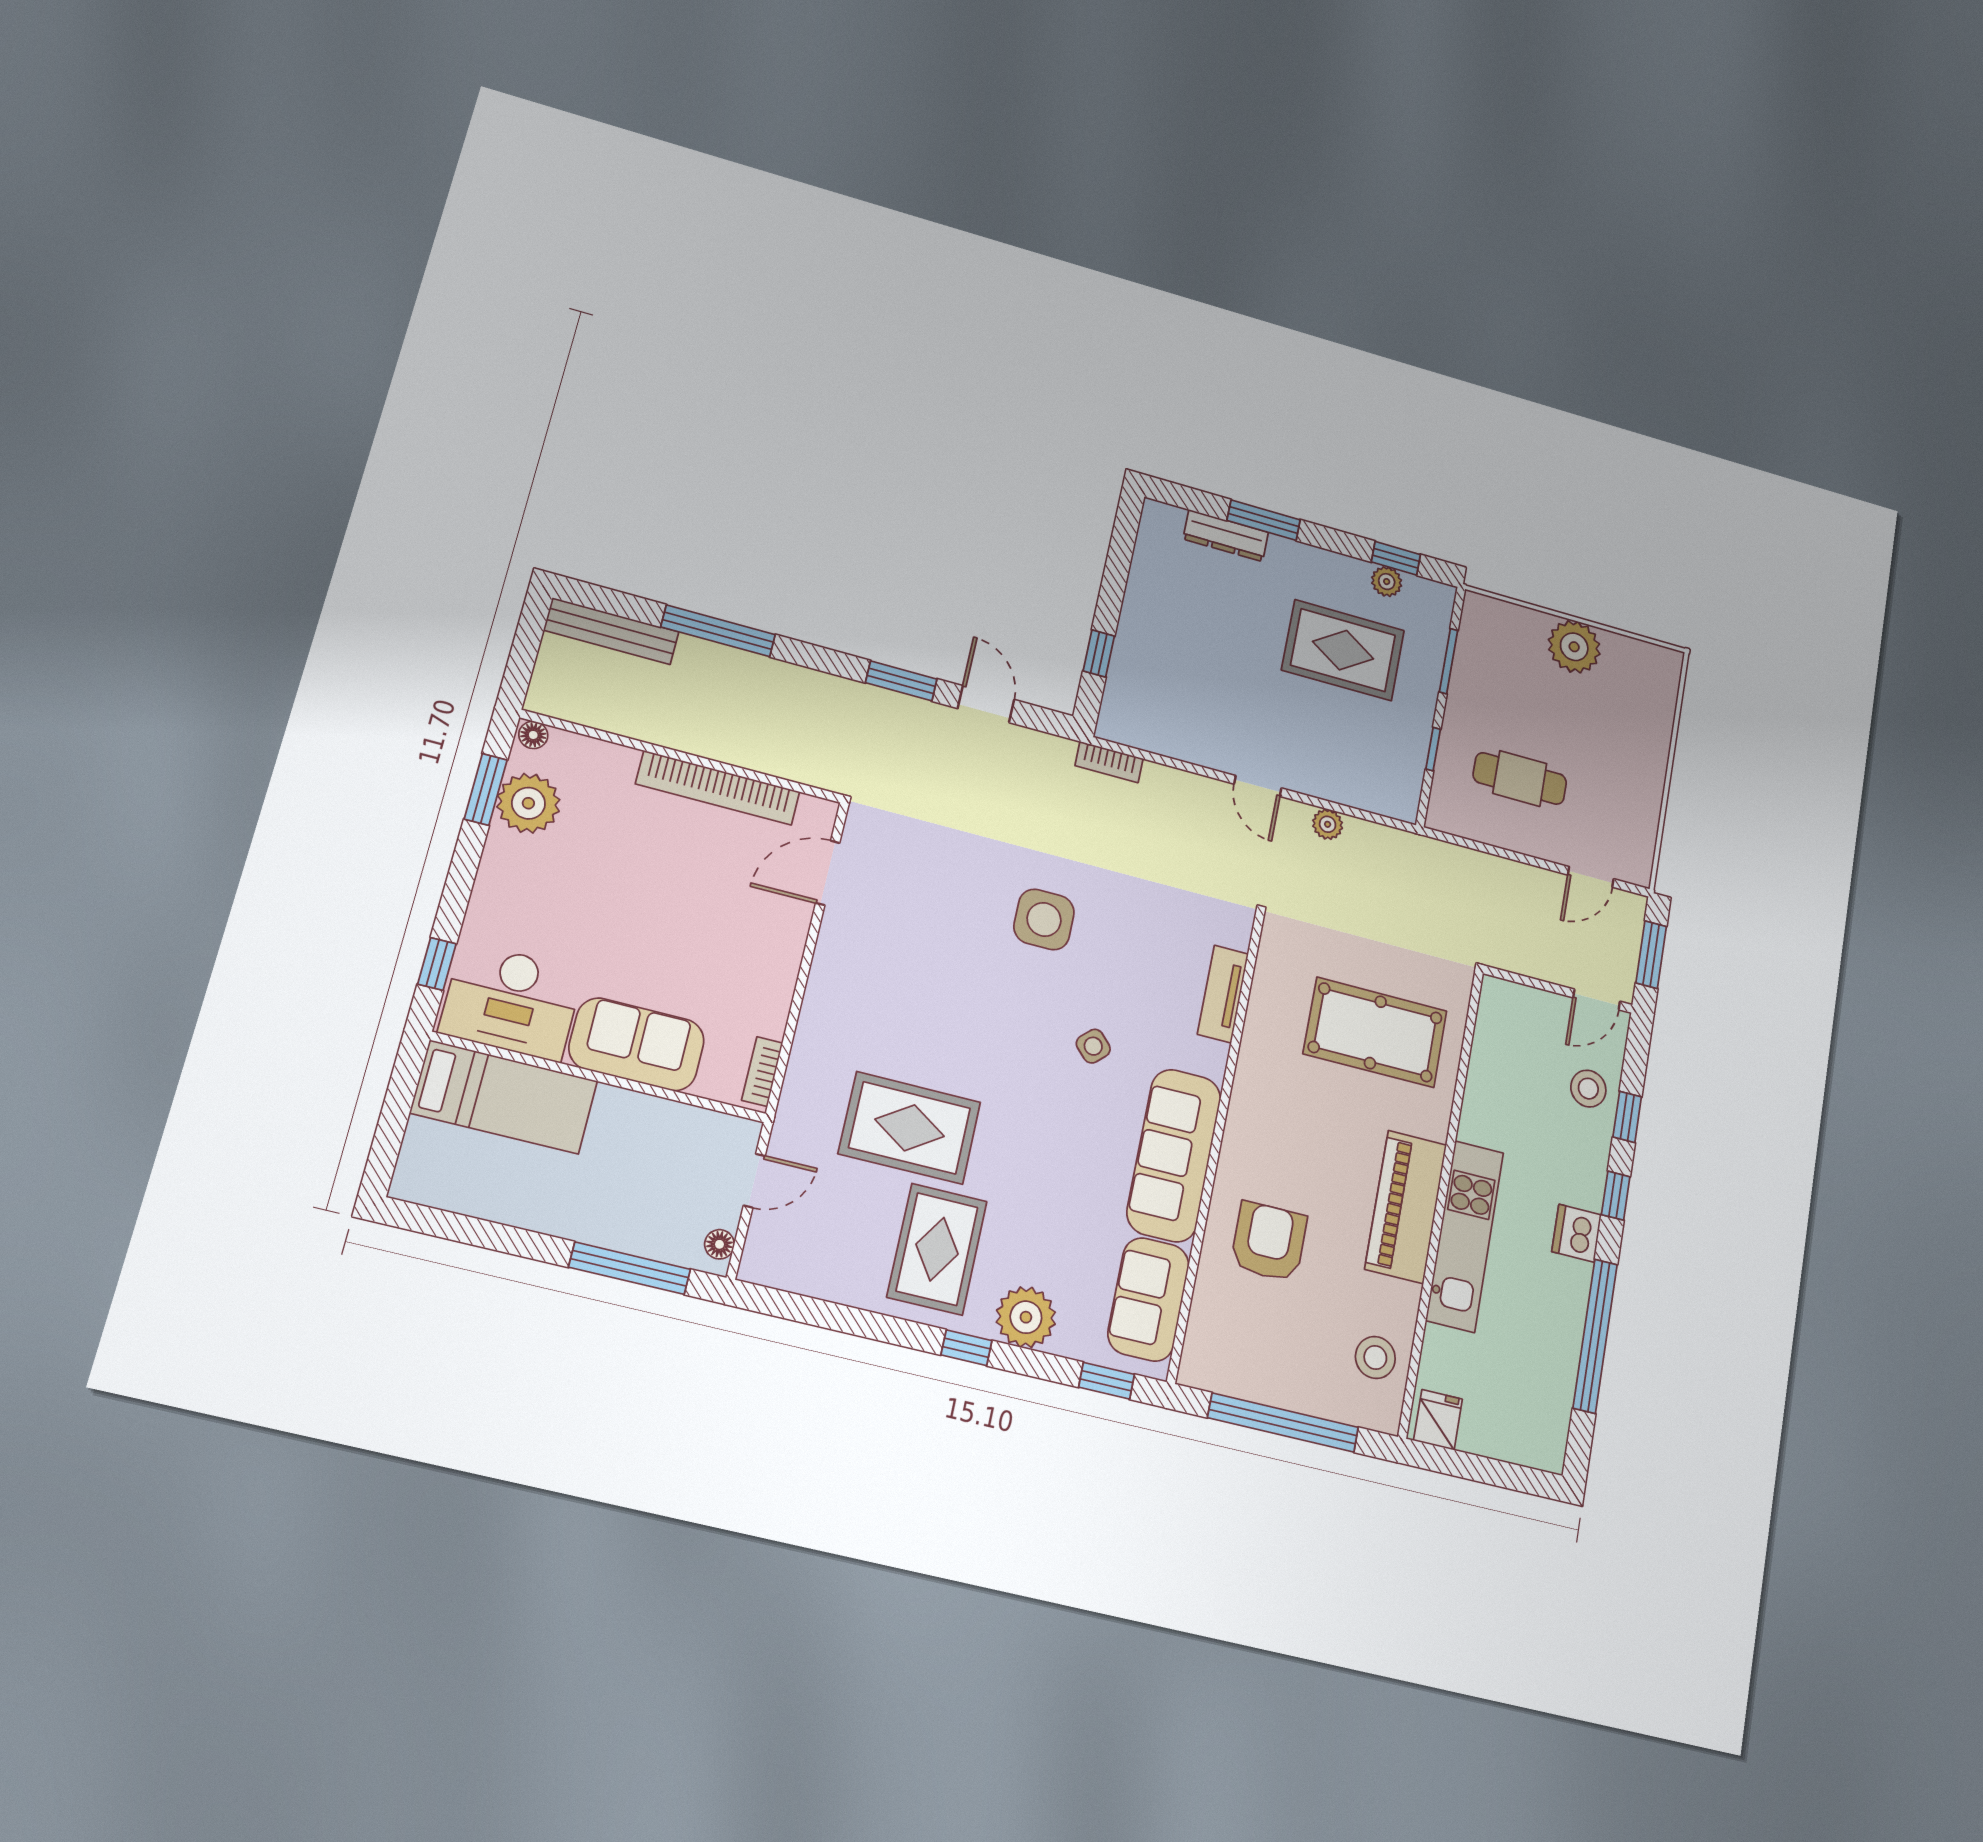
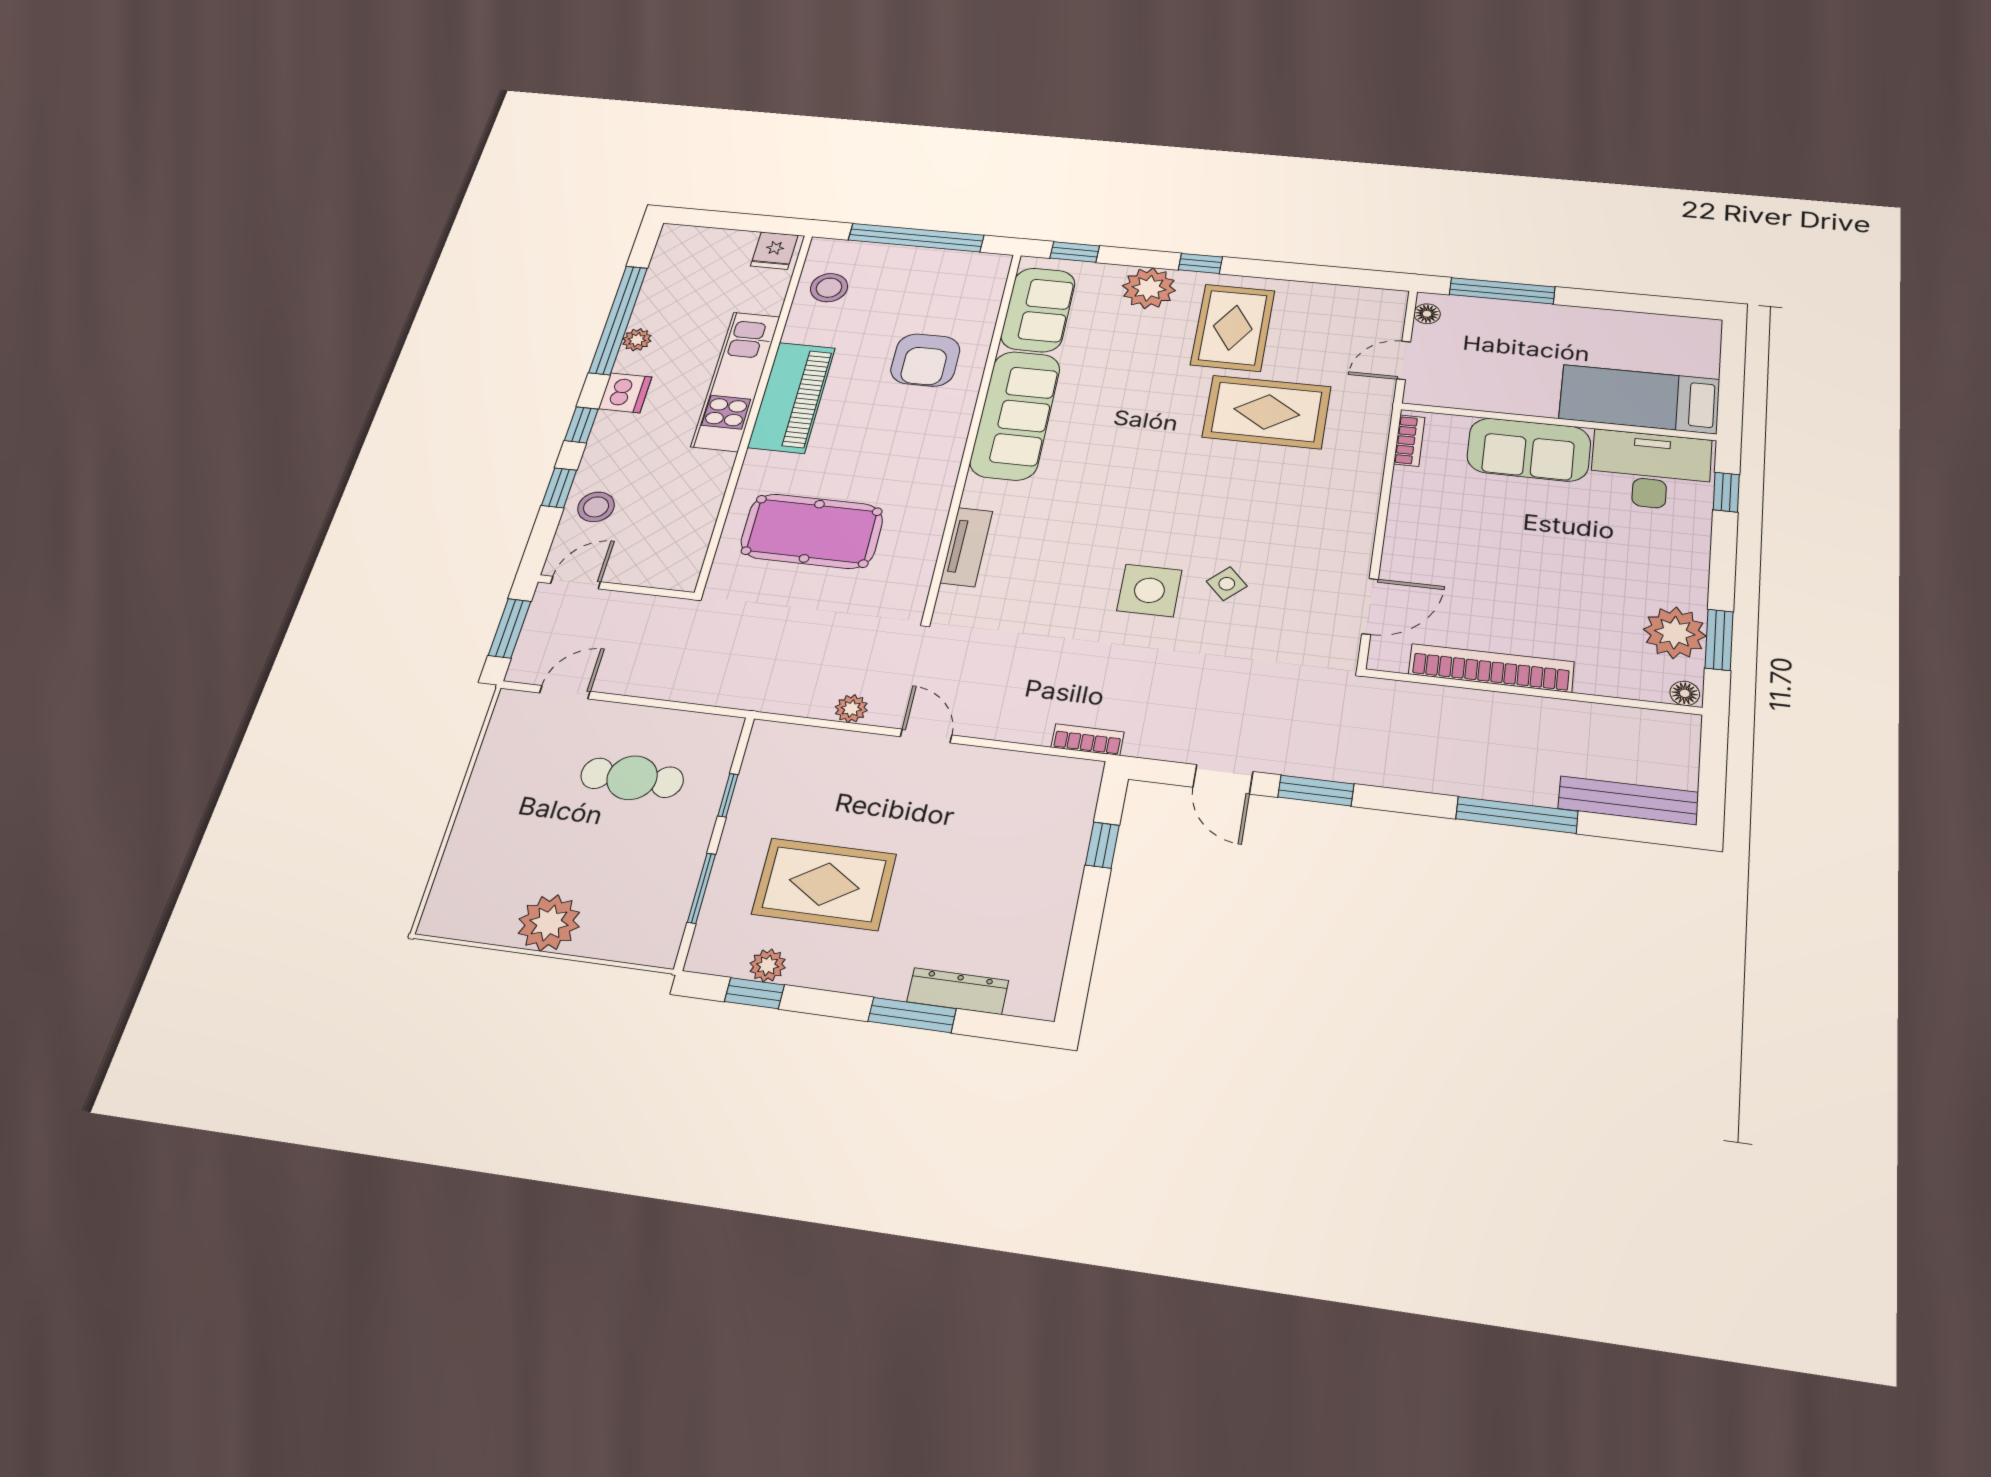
side table: (1093, 1046) -> (1227, 584), moved
plant: (1573, 1305) -> (637, 340), added

